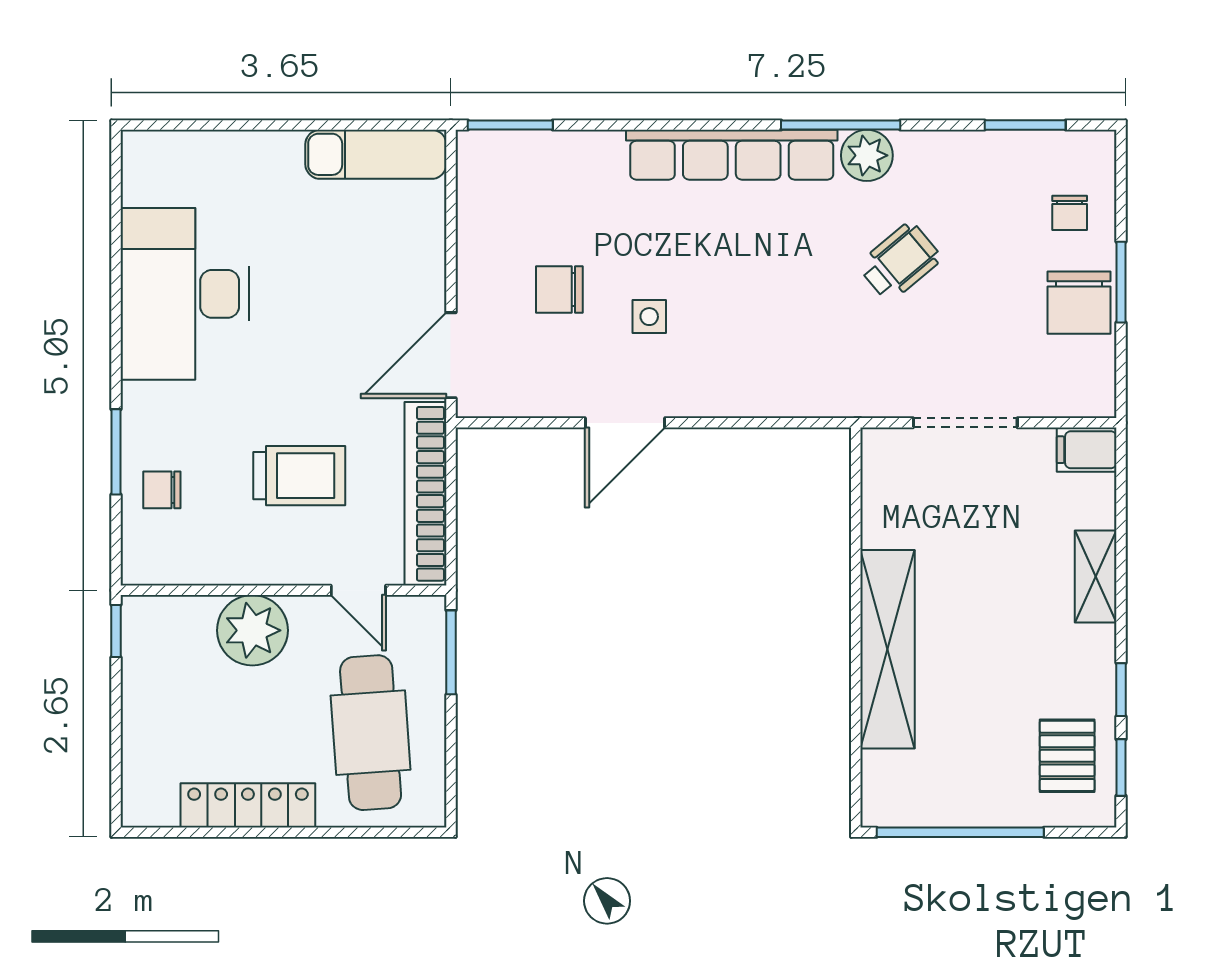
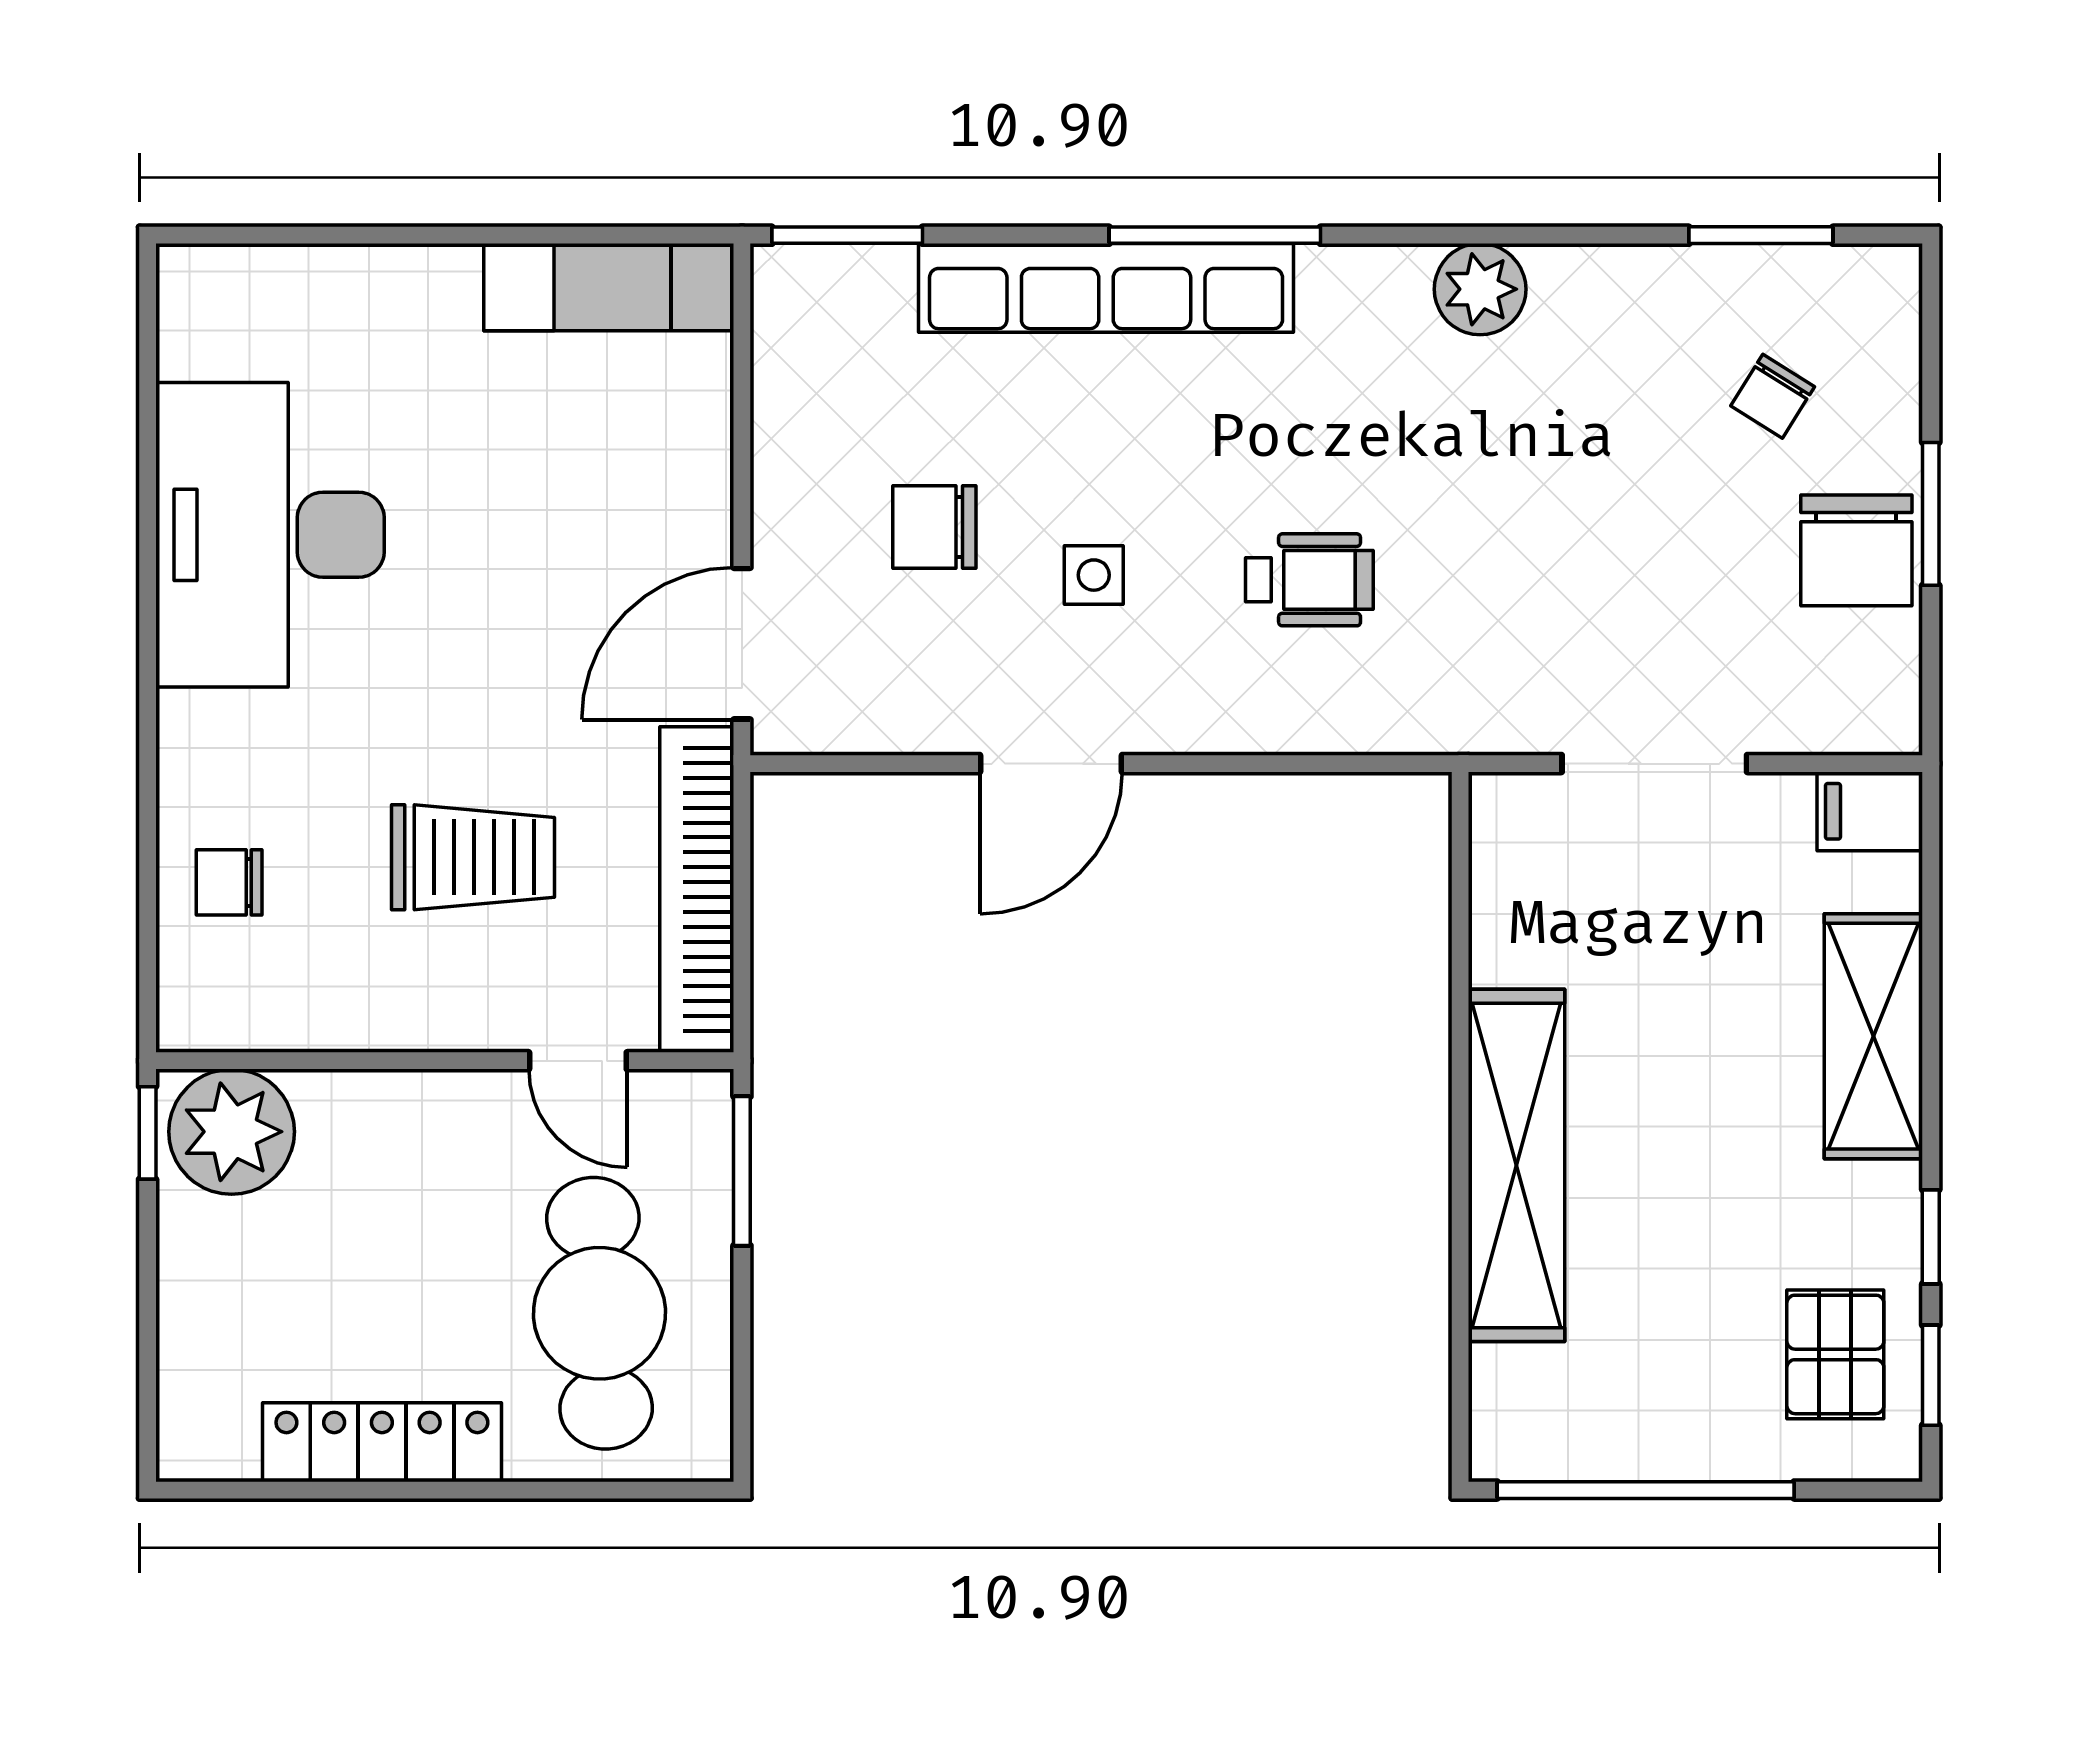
window: (841, 125) -> (1215, 235), moved
row of seats: (732, 155) -> (1106, 288), moved
chair: (1070, 213) -> (1773, 396), moved, turned 32
wheelchair: (900, 262) -> (1309, 580), moved, turned 40
window: (116, 452) -> (148, 815), removed
shelving: (1096, 576) -> (1873, 1036), width x1.50, depth x1.33
plant: (252, 630) -> (232, 1132), moved

